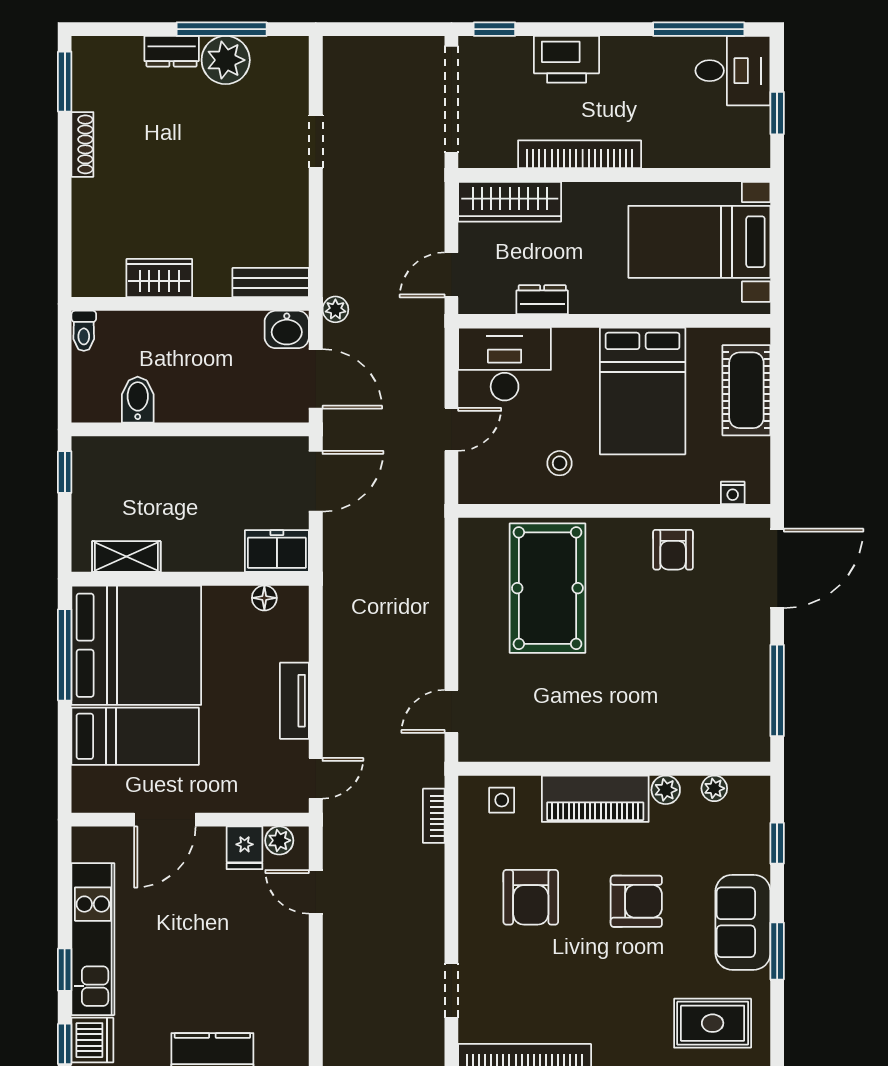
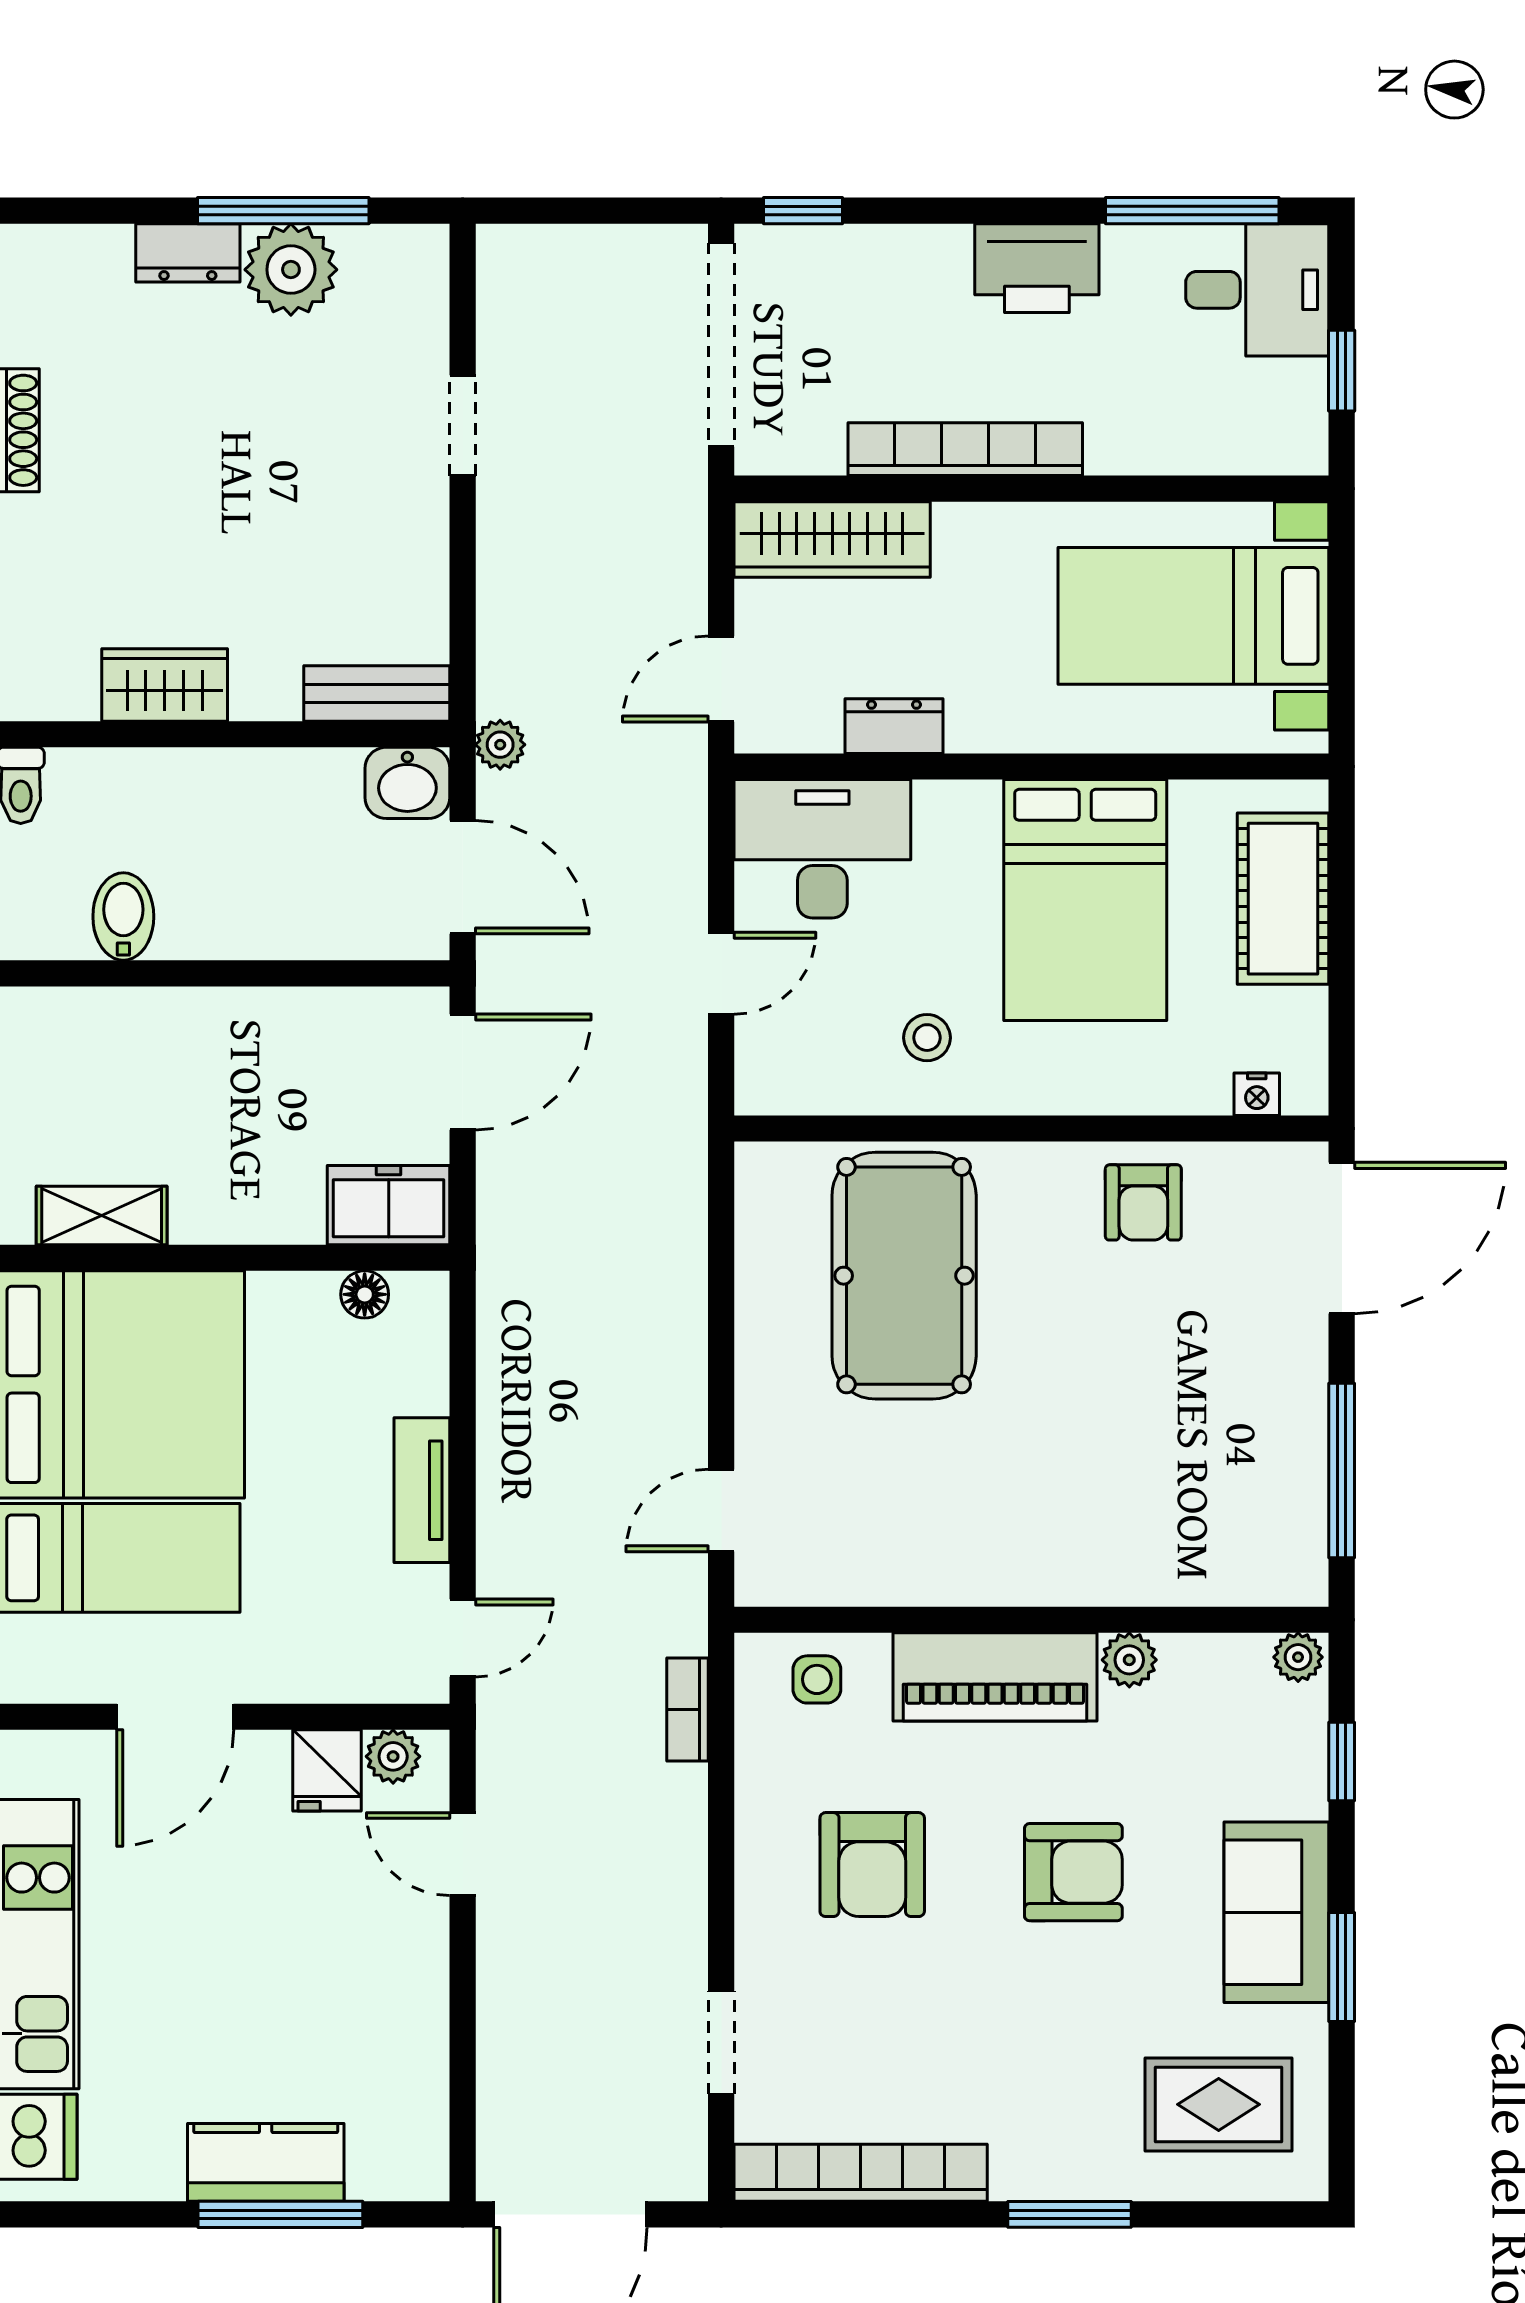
printer: (567, 59) -> (1037, 268), moved
plant: (714, 788) -> (1298, 1657), moved

